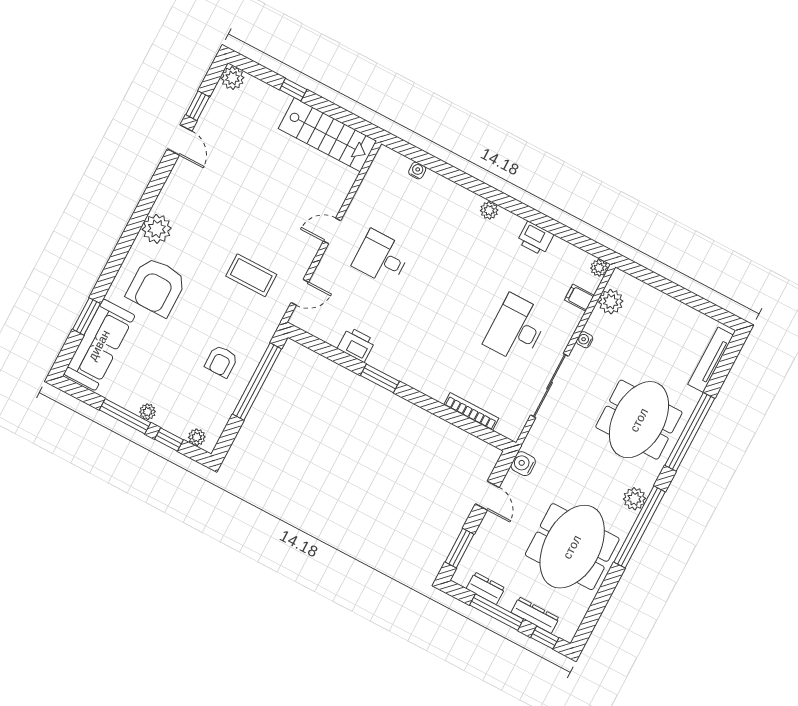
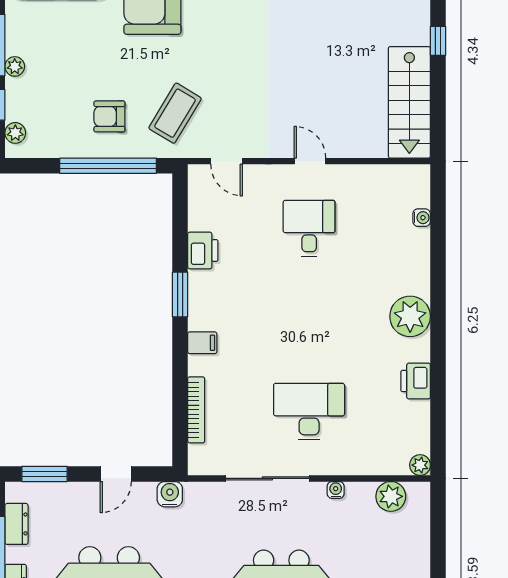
plant: (489, 210) -> (410, 316), width x1.87, depth x1.87
coffee table: (251, 275) -> (175, 113), moved, turned 31
filing cabinet: (579, 298) -> (202, 343), moved, turned 90

